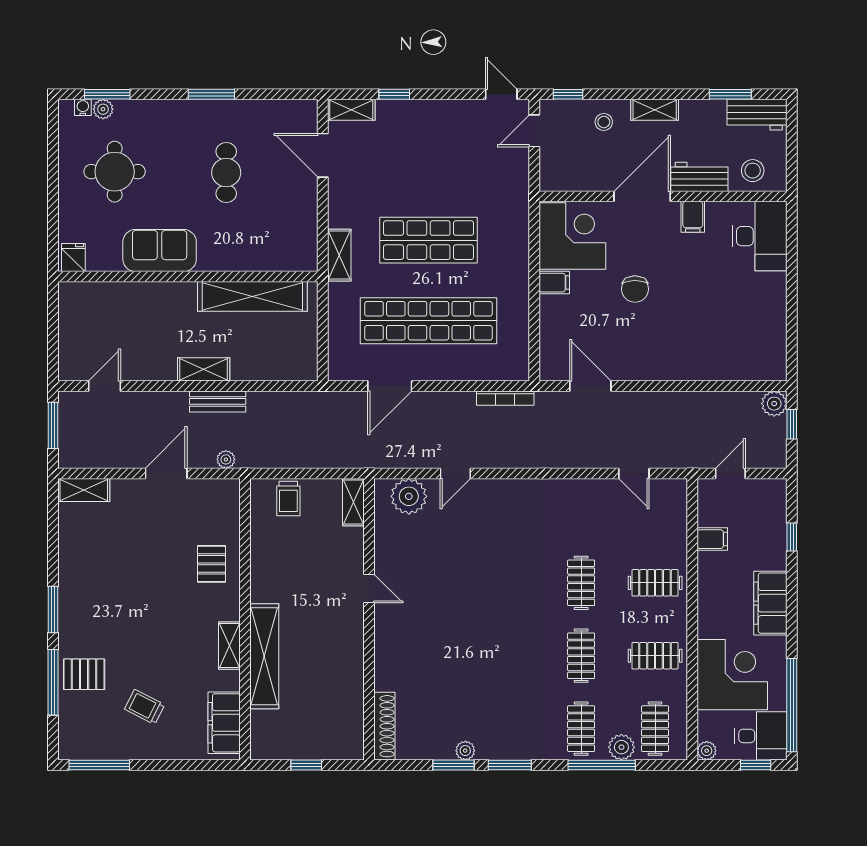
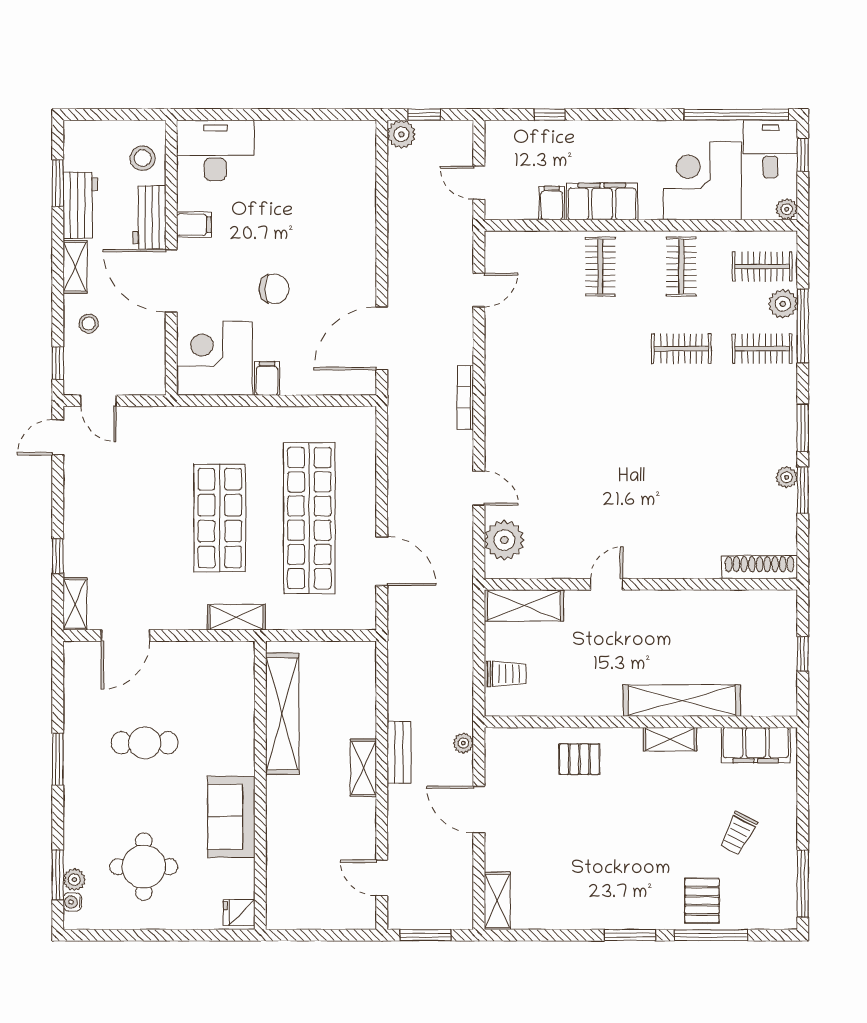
workbench: (757, 115) -> (80, 205), moved
door: (590, 386) -> (382, 338), width x1.36
bookcase: (505, 398) -> (465, 397), moved, turned 180
shelving: (353, 502) -> (524, 605), width x1.50, depth x1.33
clothes rail: (581, 583) -> (600, 349), removed
filing cabinet: (770, 603) -> (602, 201), moved, turned 180

